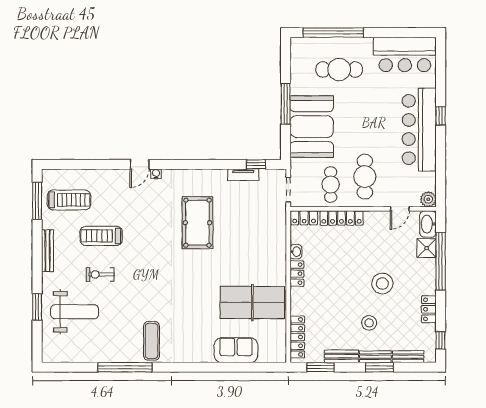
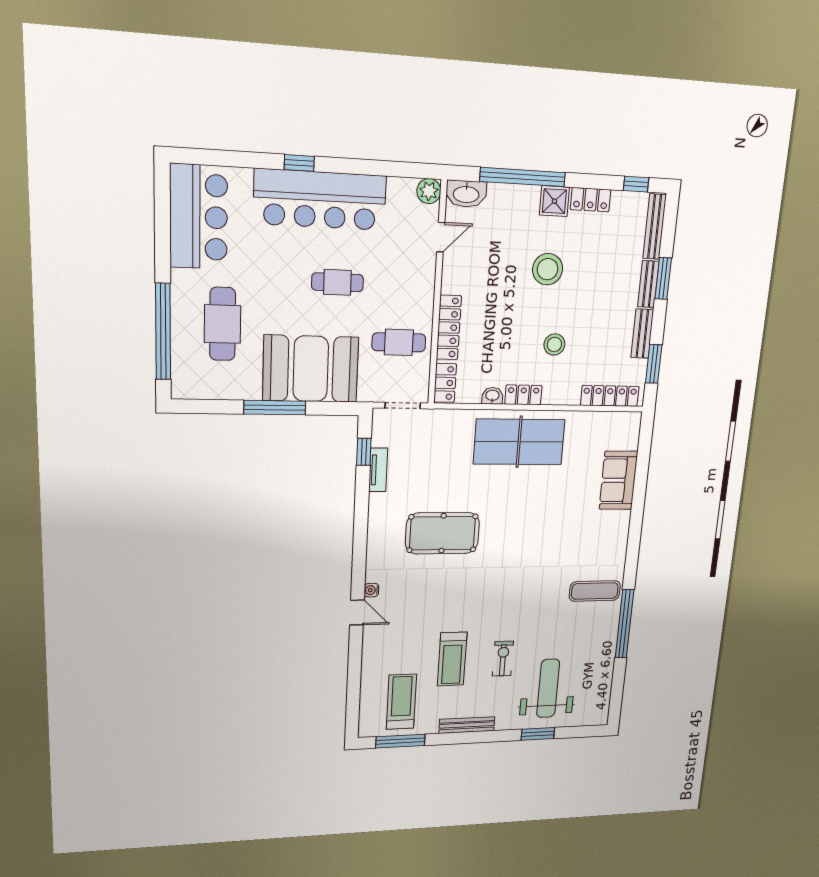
cafe table: (365, 177) -> (337, 282), moved, width x0.73, depth x0.74
door: (400, 209) -> (441, 237), hinge flipped
shower: (427, 248) -> (554, 201), moved
exercise bike: (100, 274) -> (503, 659), turned 180
table tennis table: (252, 303) -> (519, 442), moved, turned 90
stool: (369, 323) -> (554, 344), moved
bench: (408, 357) -> (655, 227), width x1.36

